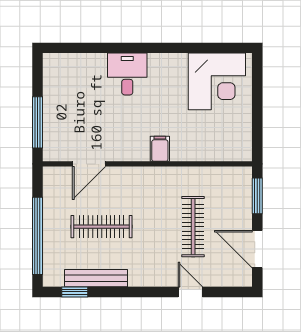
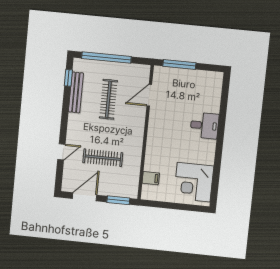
filing cabinet: (160, 149) -> (151, 178), moved
door: (89, 164) -> (149, 95), hinge flipped

